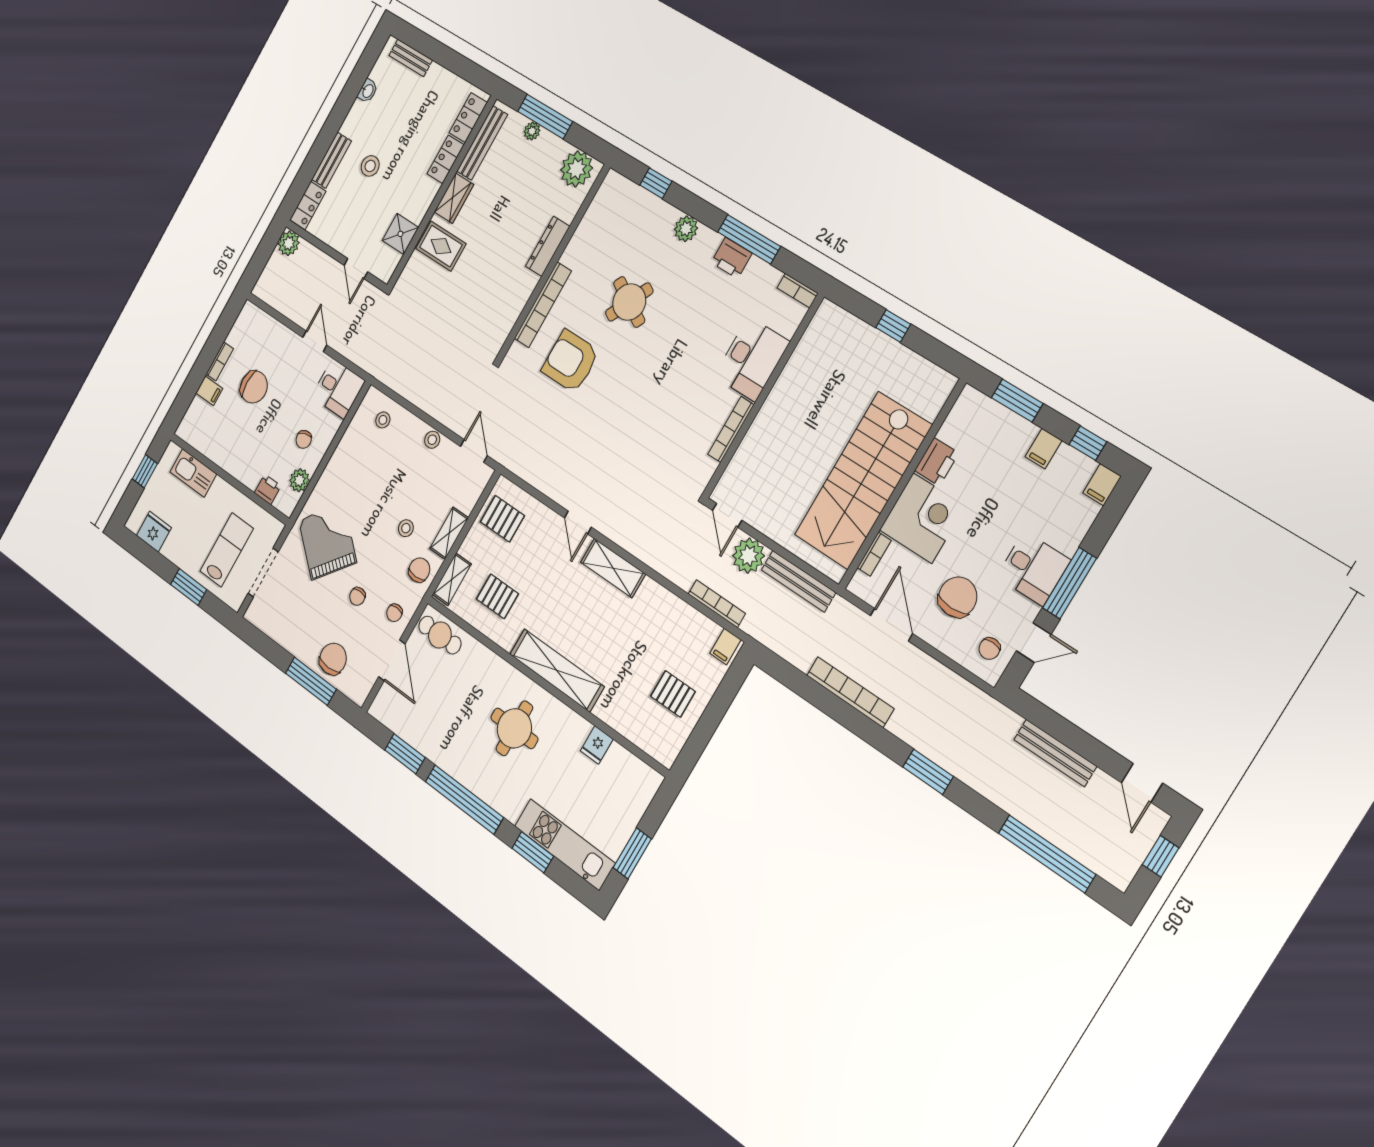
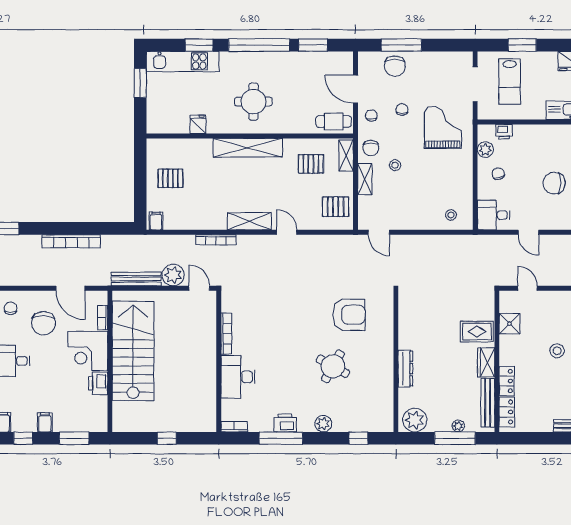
bookcase: (543, 305) -> (387, 335), removed
stool: (432, 440) -> (410, 223), removed
grand piano: (328, 541) -> (443, 127), turned -131
bookcase: (717, 604) -> (216, 240), moved

